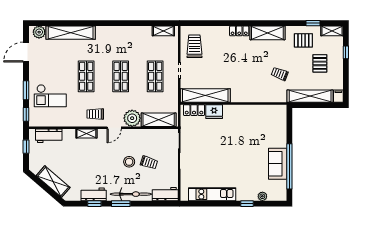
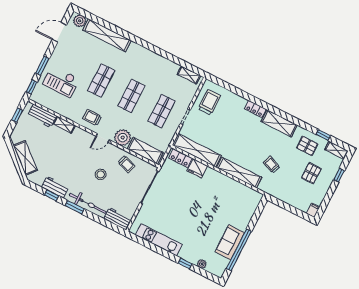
shelving: (310, 96) -> (239, 173), moved
shelving: (86, 134) -> (64, 125), moved
trolley: (149, 163) -> (126, 164), moved

